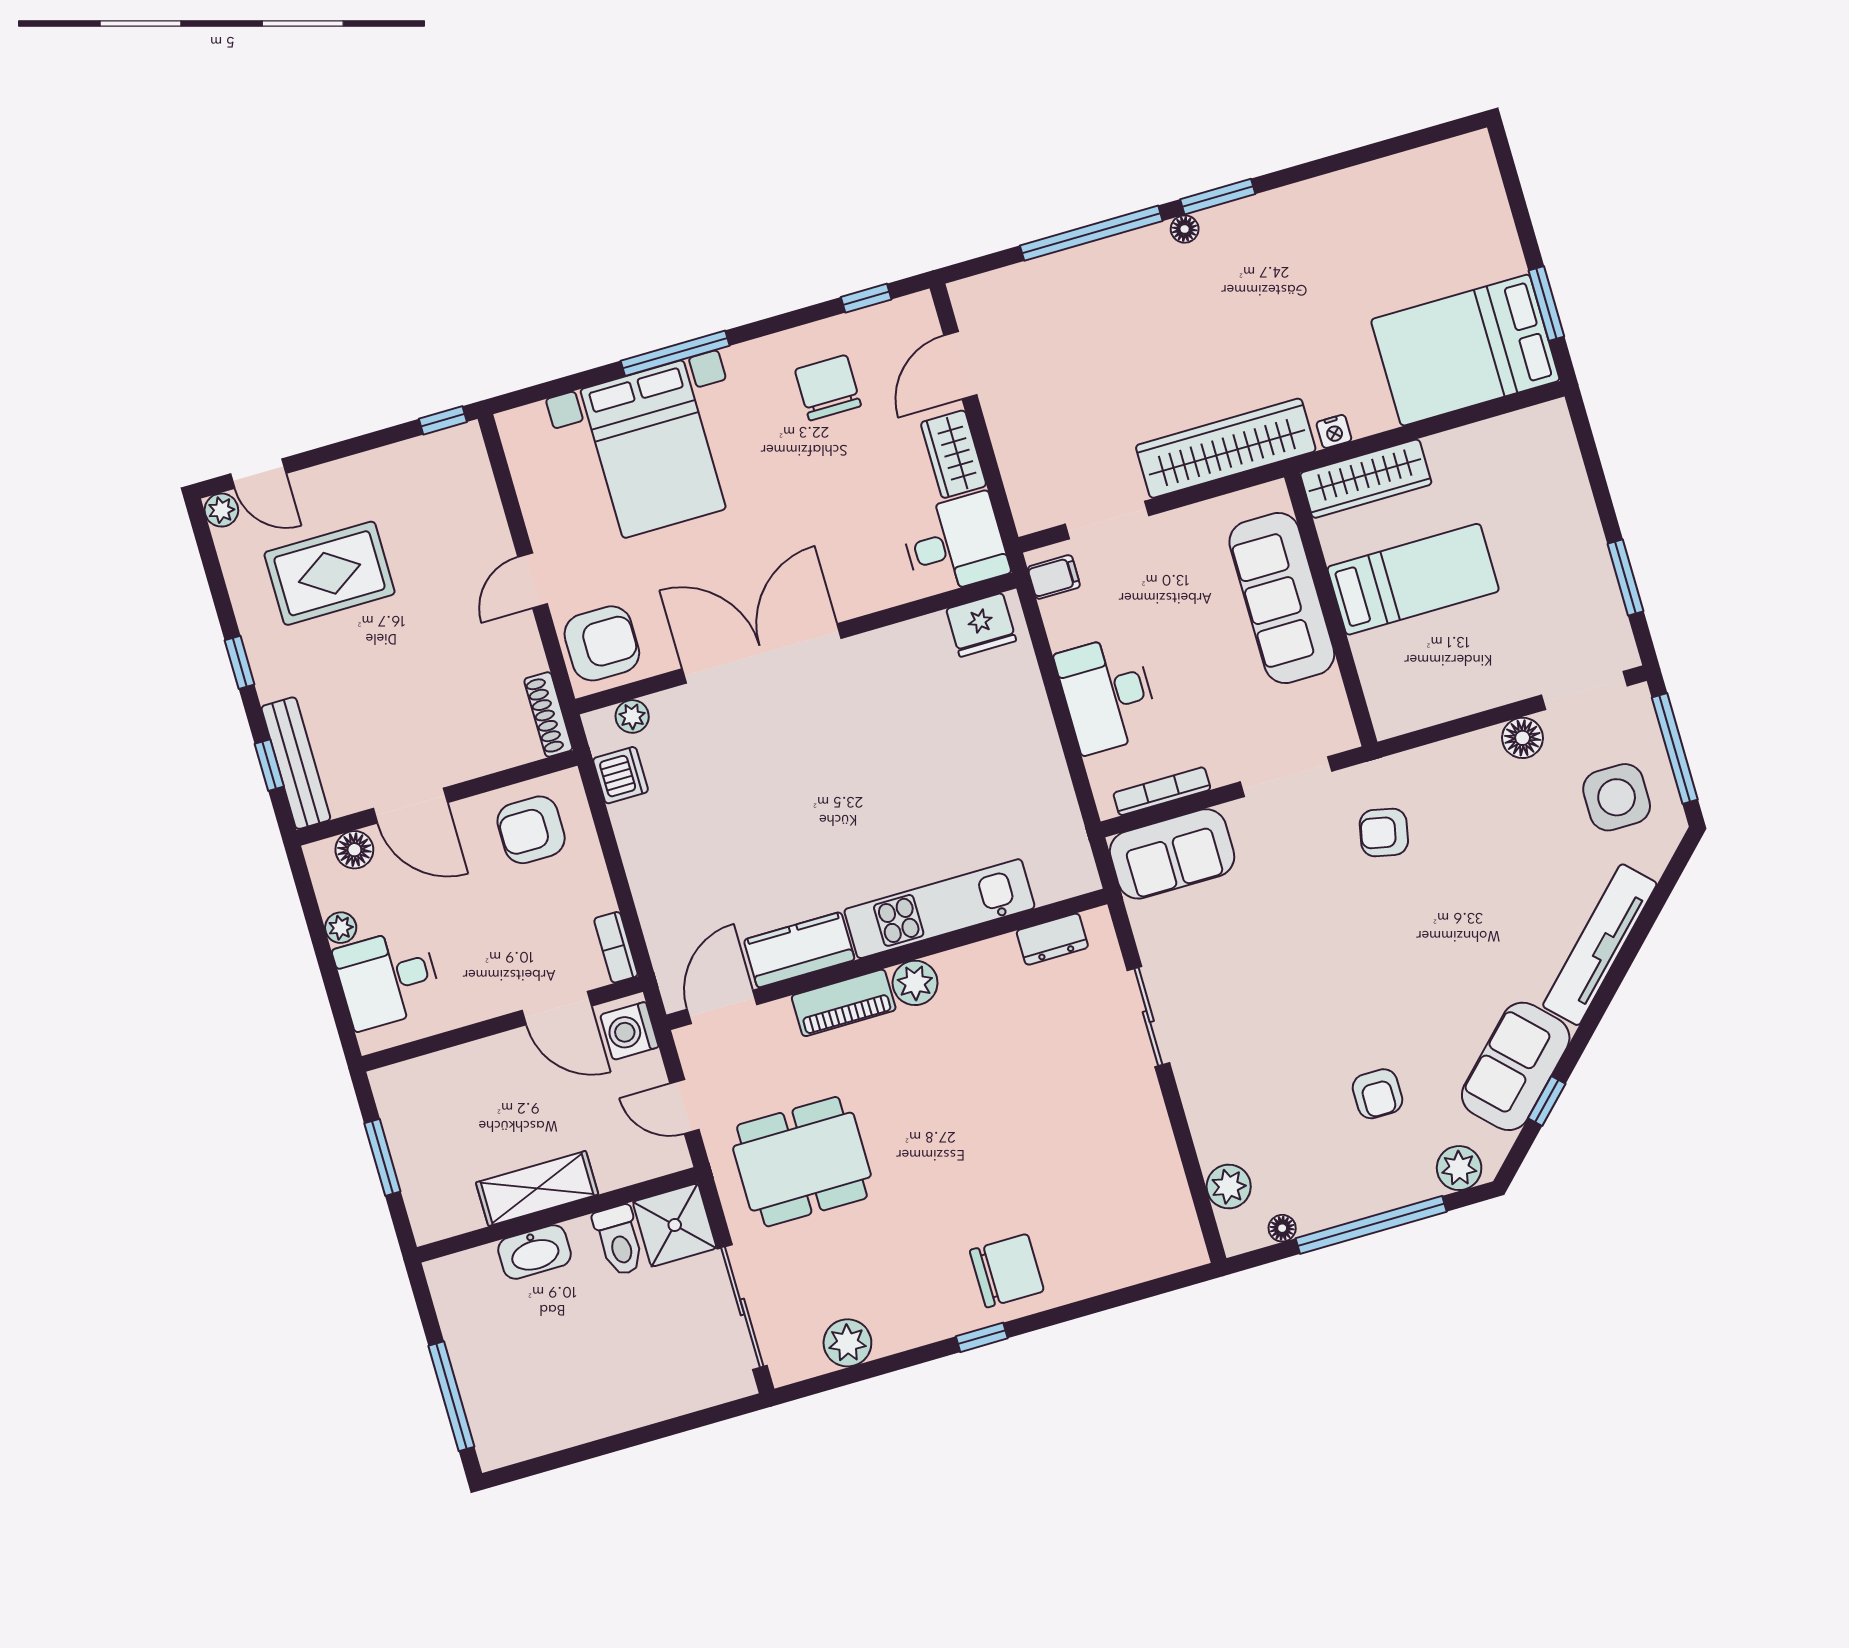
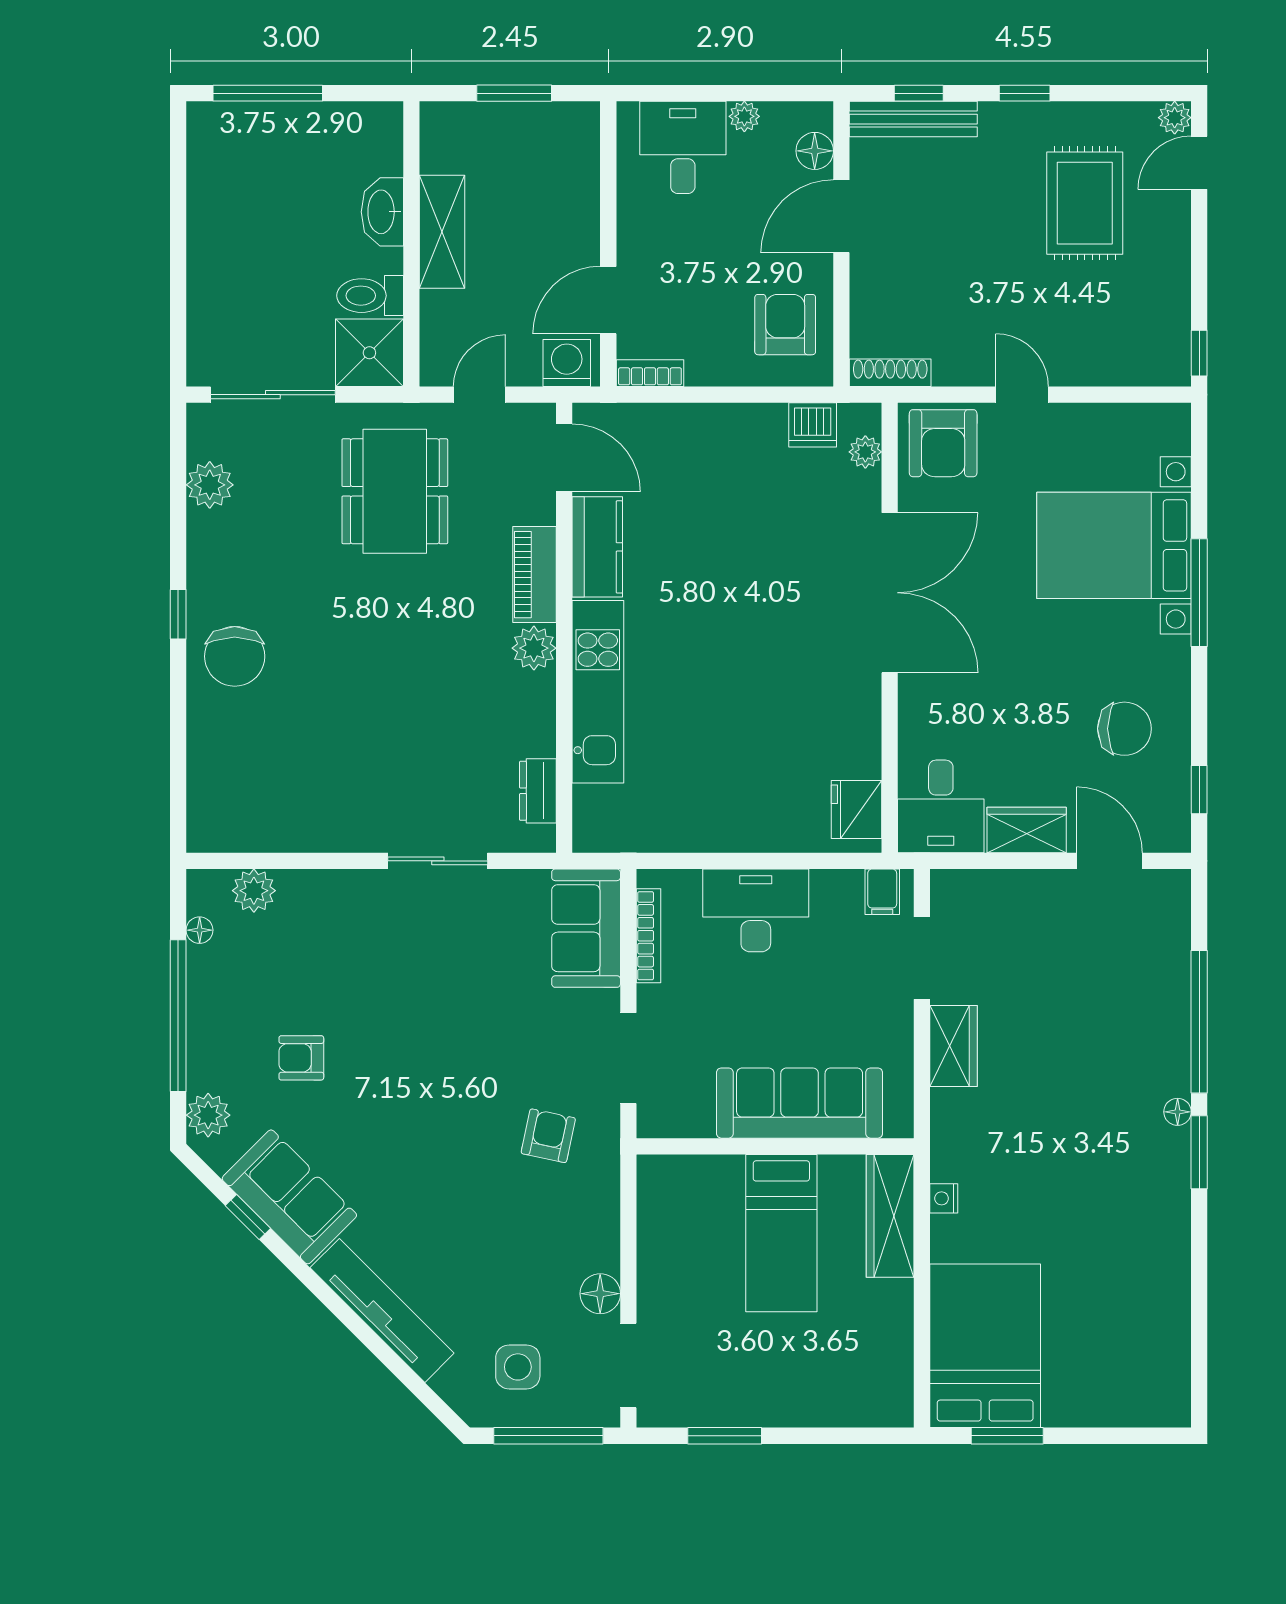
wardrobe: (1226, 448) -> (953, 1046), width x0.48, depth x0.85
side table: (1617, 797) -> (518, 1367), width x0.73, depth x0.73

